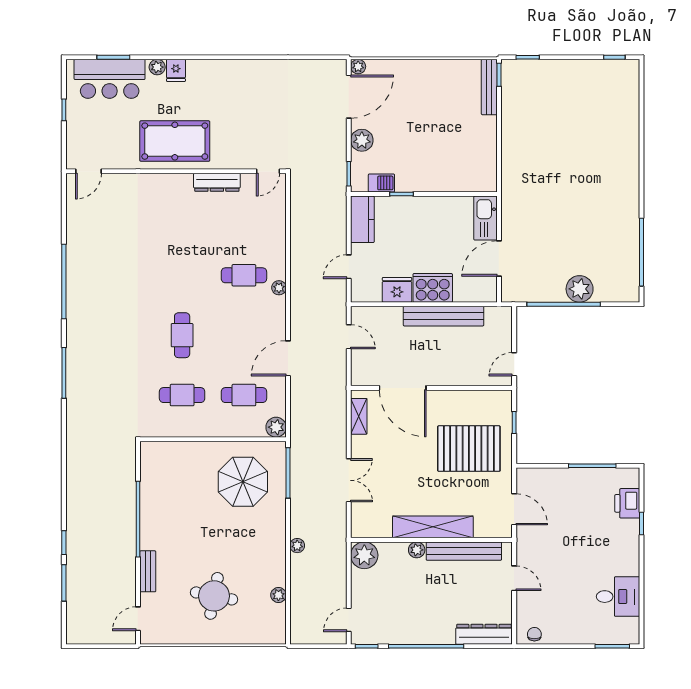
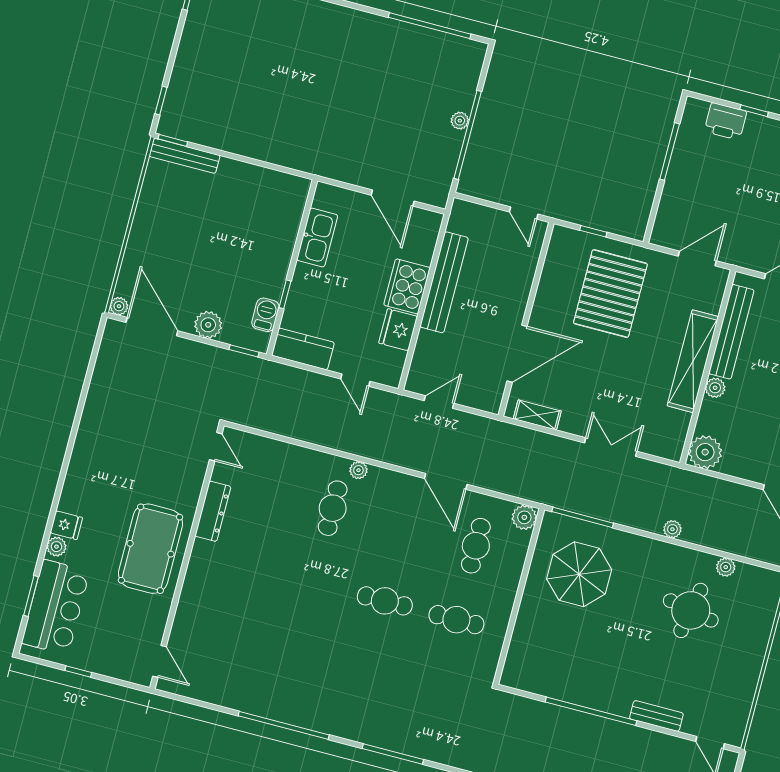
kitchen sink: (485, 218) -> (317, 238), moved, turned -90
plant: (580, 289) -> (460, 121), width x0.53, depth x0.53
cafe table: (182, 395) -> (456, 620), turned 90
round table: (214, 596) -> (691, 610), moved

